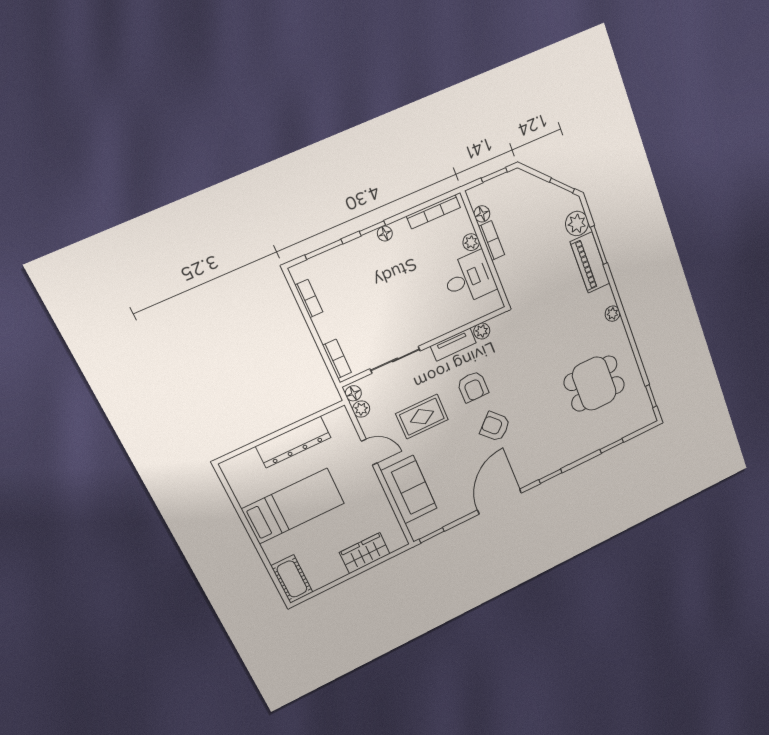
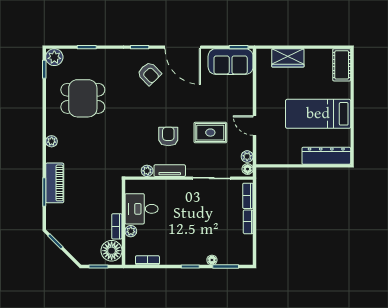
bookcase: (433, 212) -> (147, 260), width x0.64
floor lamp: (482, 214) -> (112, 251), width x1.89, depth x1.89
plant: (577, 224) -> (54, 57), moved
floor lamp: (385, 234) -> (212, 260), moved
bookcase: (309, 299) -> (248, 222), moved
armchair: (495, 426) -> (149, 74), moved
dresser: (293, 442) -> (326, 156), moved
sofa: (409, 490) -> (231, 62), moved, turned -90
door: (499, 502) -> (183, 47), hinge flipped

